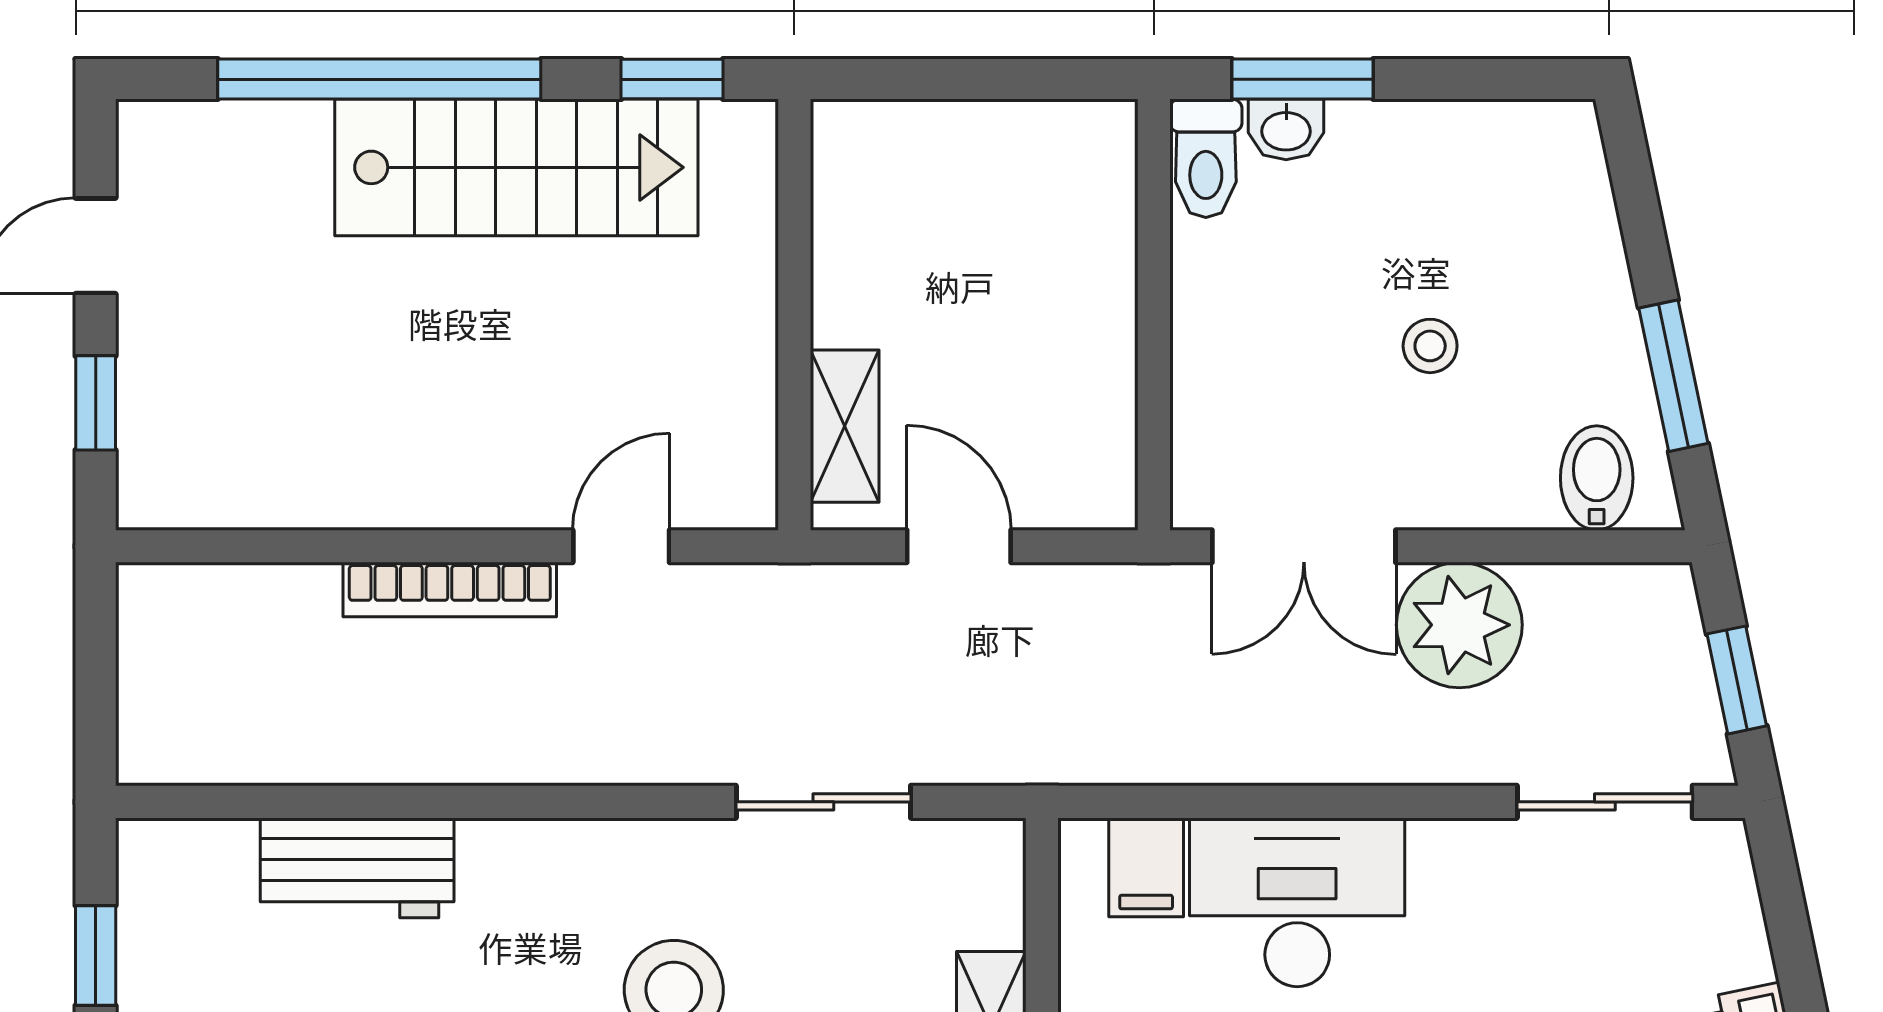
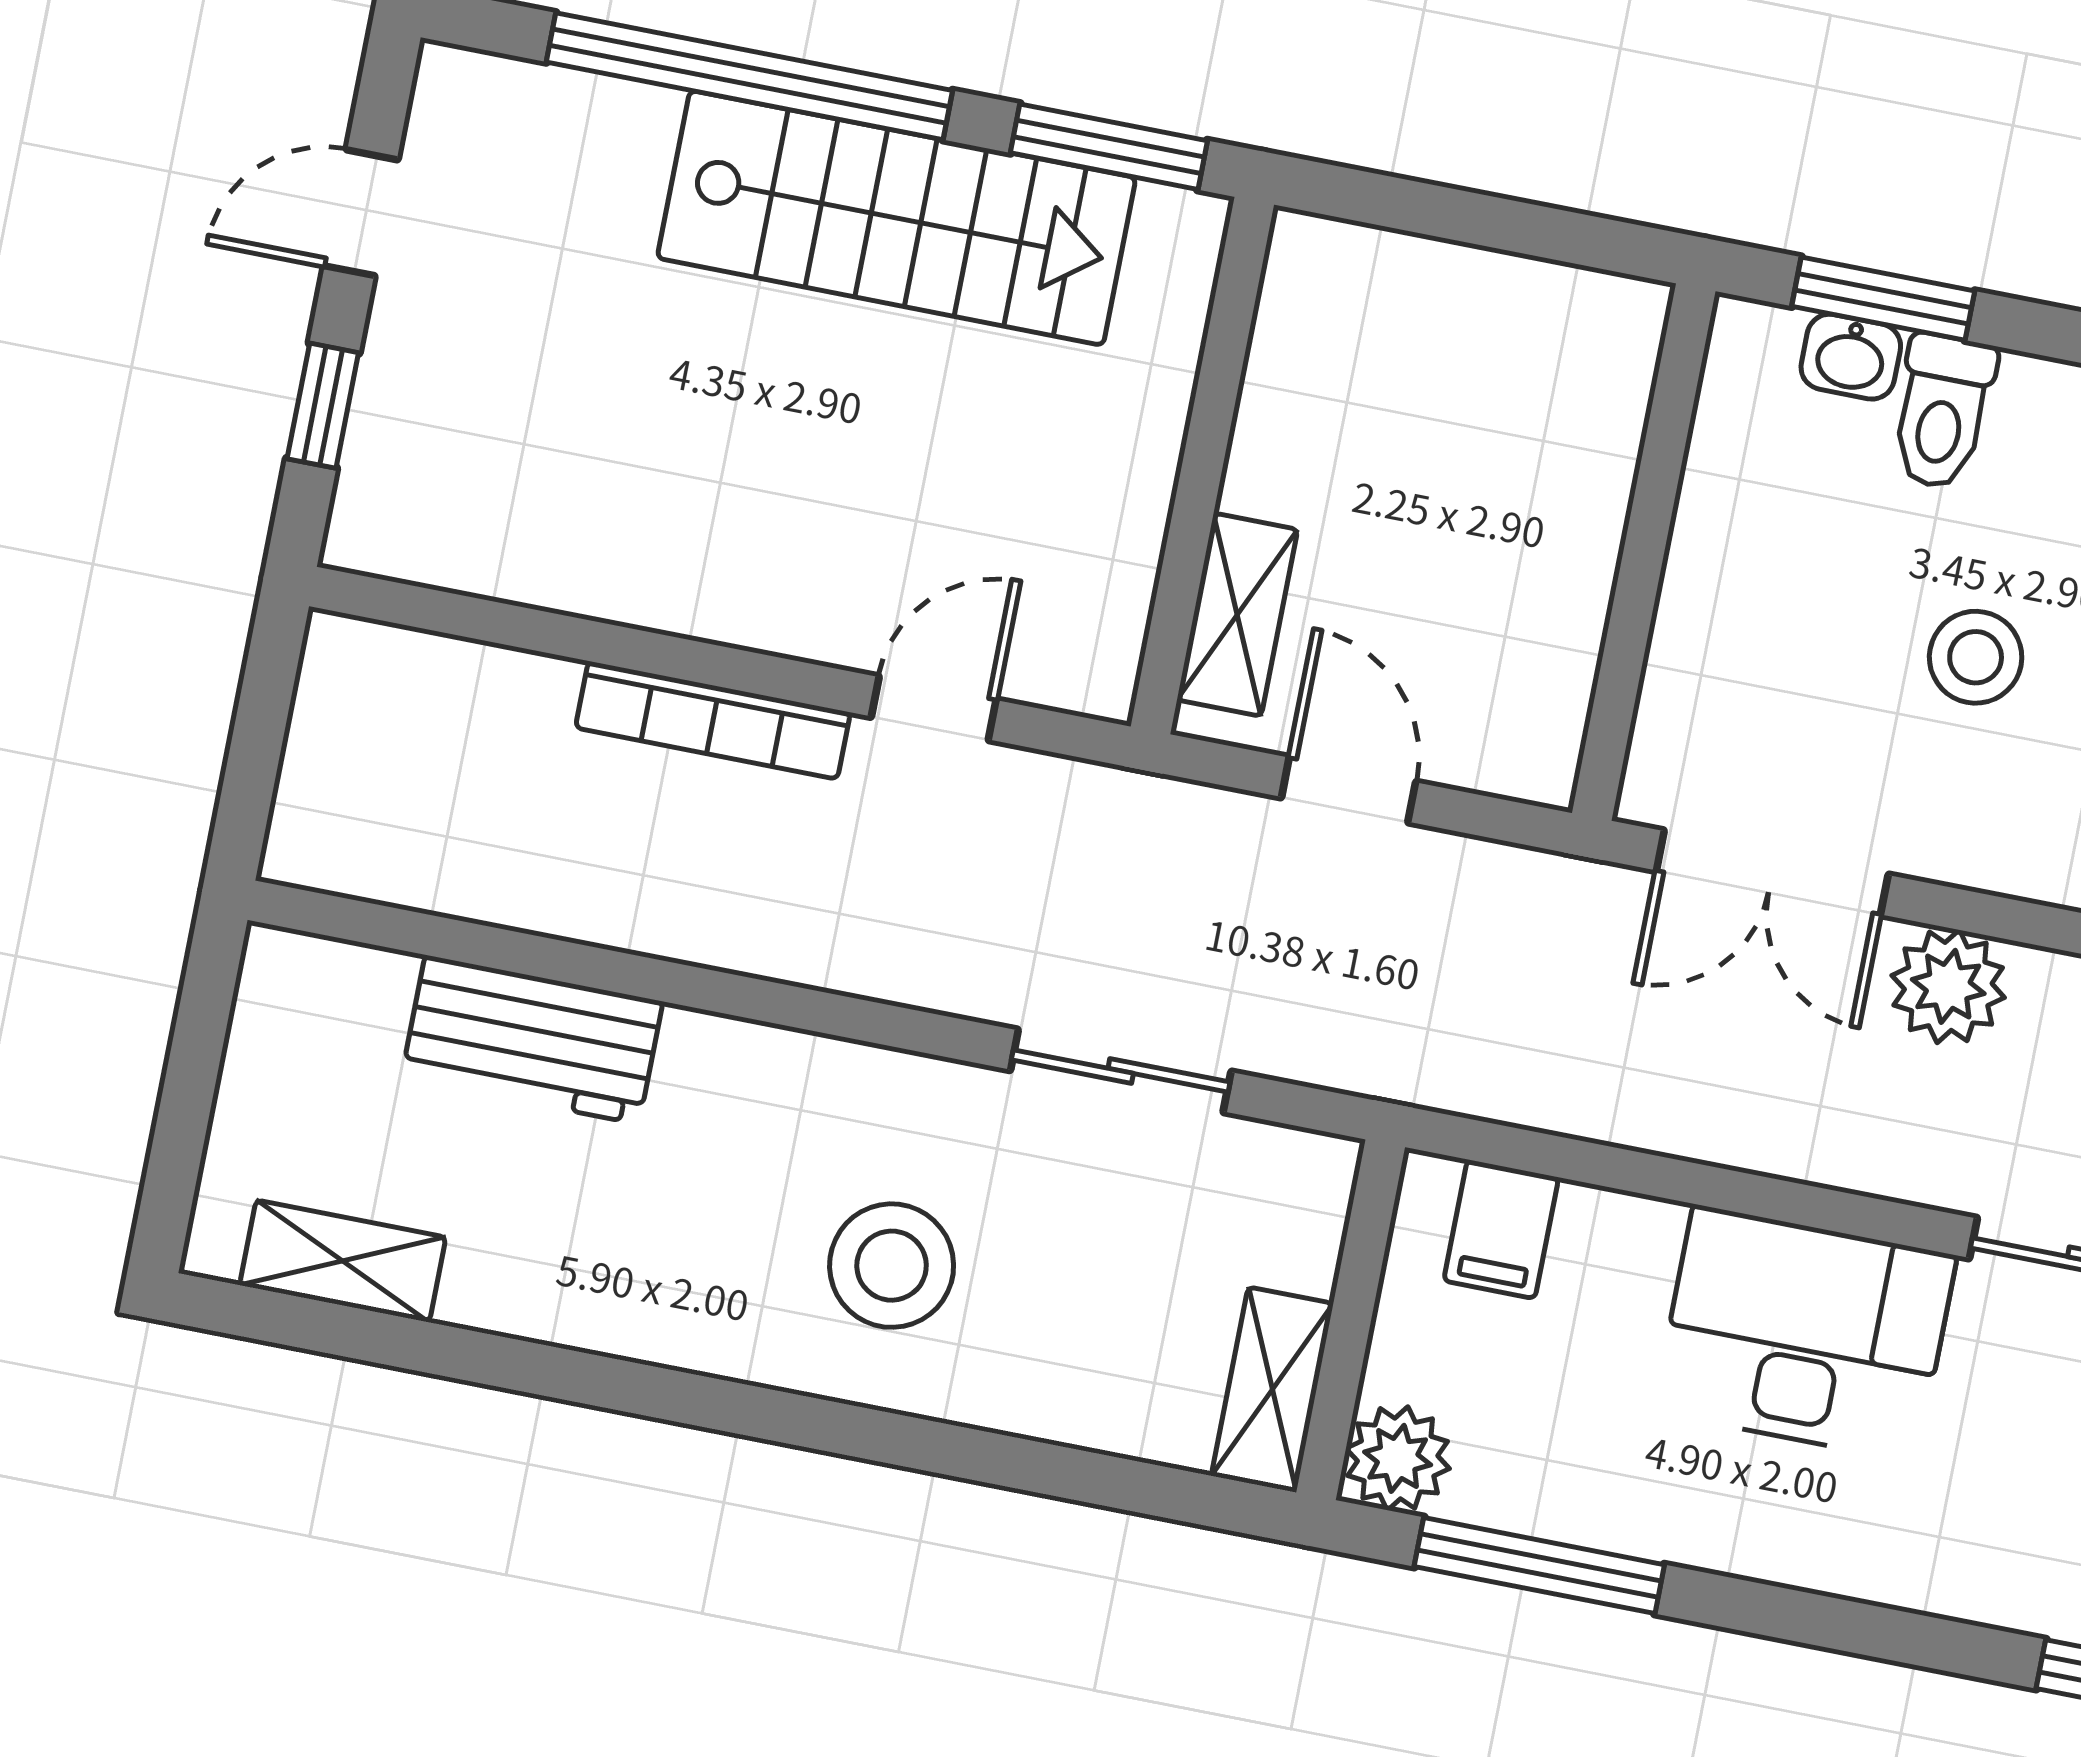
window: (672, 79) -> (1109, 147), width x1.50
toilet: (1206, 158) -> (1942, 411), moved
stool: (1430, 346) -> (1976, 657), width x1.37, depth x1.37
plant: (1459, 625) -> (1948, 986), width x0.73, depth x0.73
desk: (1297, 902) -> (1805, 1333), moved
window: (96, 955) -> (190, 1084), removed

